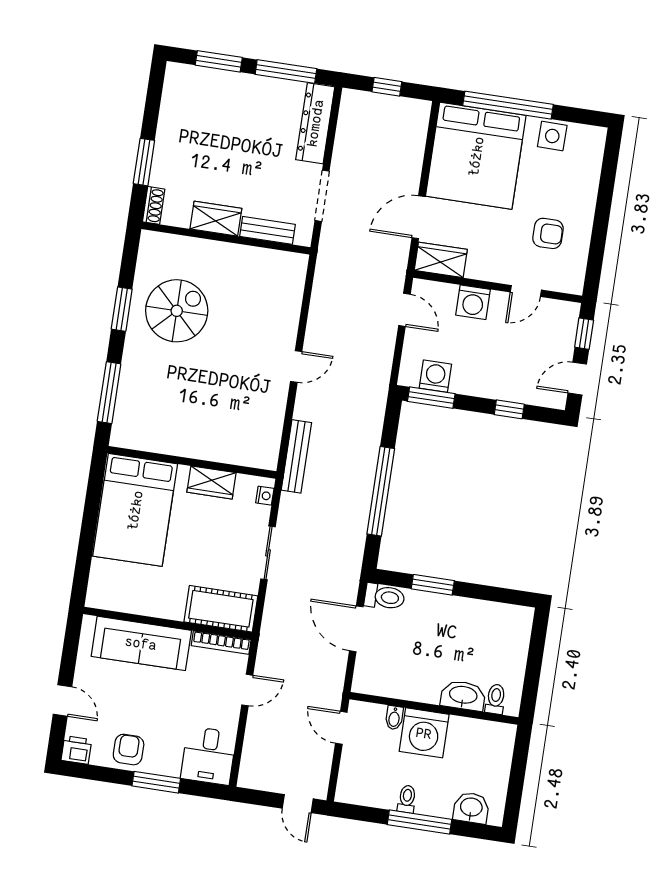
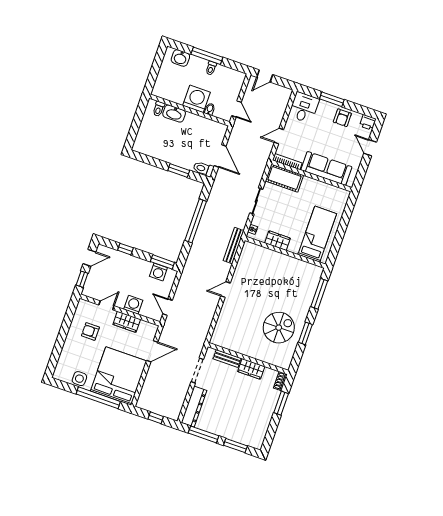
wardrobe: (441, 260) -> (127, 322), moved
spiral stairs: (177, 311) -> (279, 328), turned 180
bed: (135, 510) -> (317, 234), width x0.67
door: (298, 804) -> (265, 76), swing flipped

